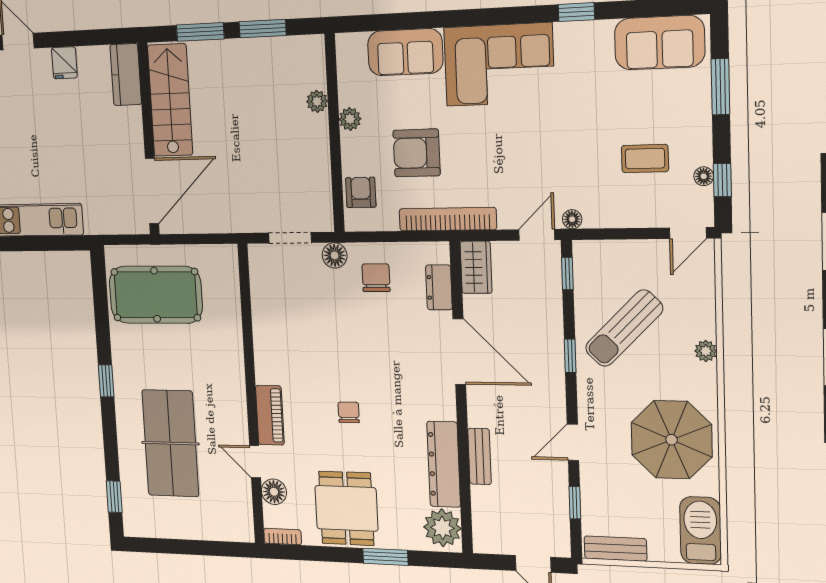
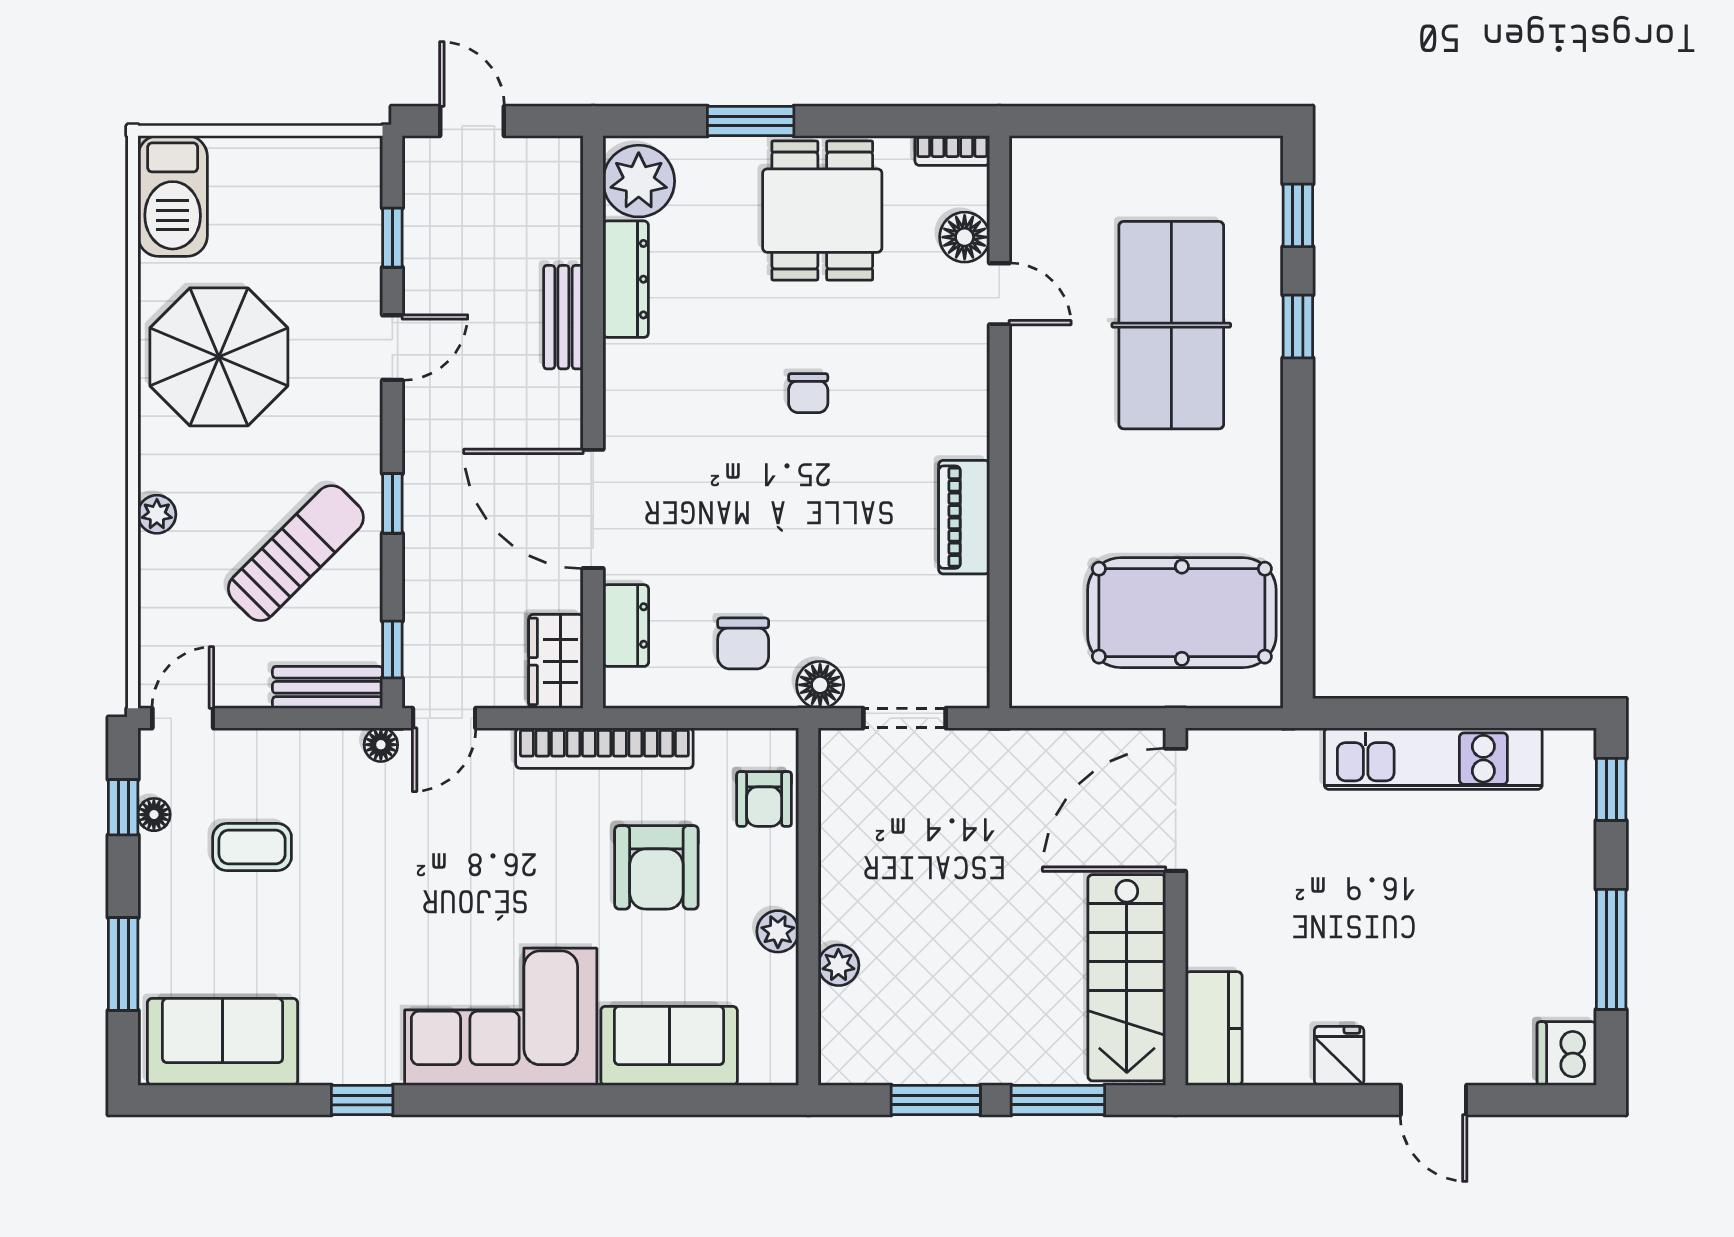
armchair: (417, 153) -> (656, 867), turned 90
window: (106, 381) -> (1298, 326), moved
piano: (270, 415) -> (964, 517), moved
dresser: (444, 464) -> (626, 279), width x0.73, depth x0.80
bench: (615, 549) -> (328, 687), moved

